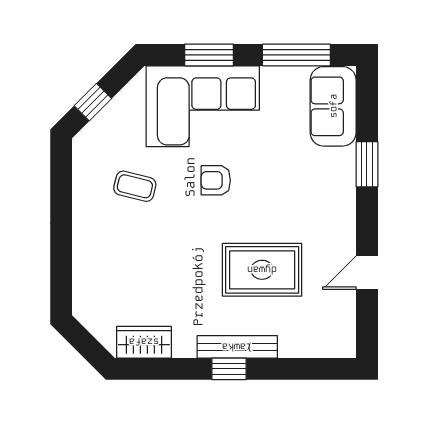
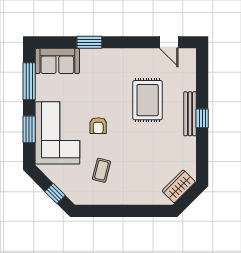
door: (367, 273) -> (169, 42), moved
wardrobe: (144, 342) -> (179, 186), moved, turned 45

